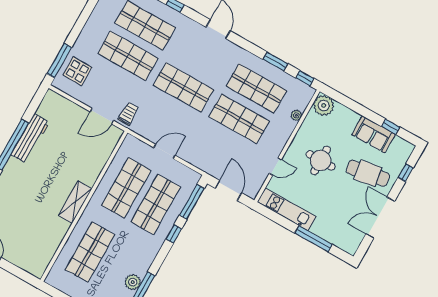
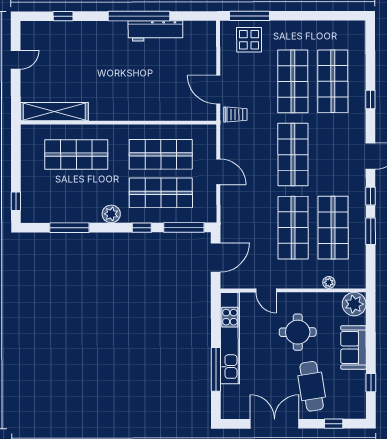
window: (305, 78) -> (370, 196), moved
sofa: (374, 134) -> (353, 347), moved
shelving: (75, 202) -> (54, 112), moved, width x1.47
kitchen unit: (287, 209) -> (230, 338), width x1.36
plant: (133, 282) -> (111, 214), moved

